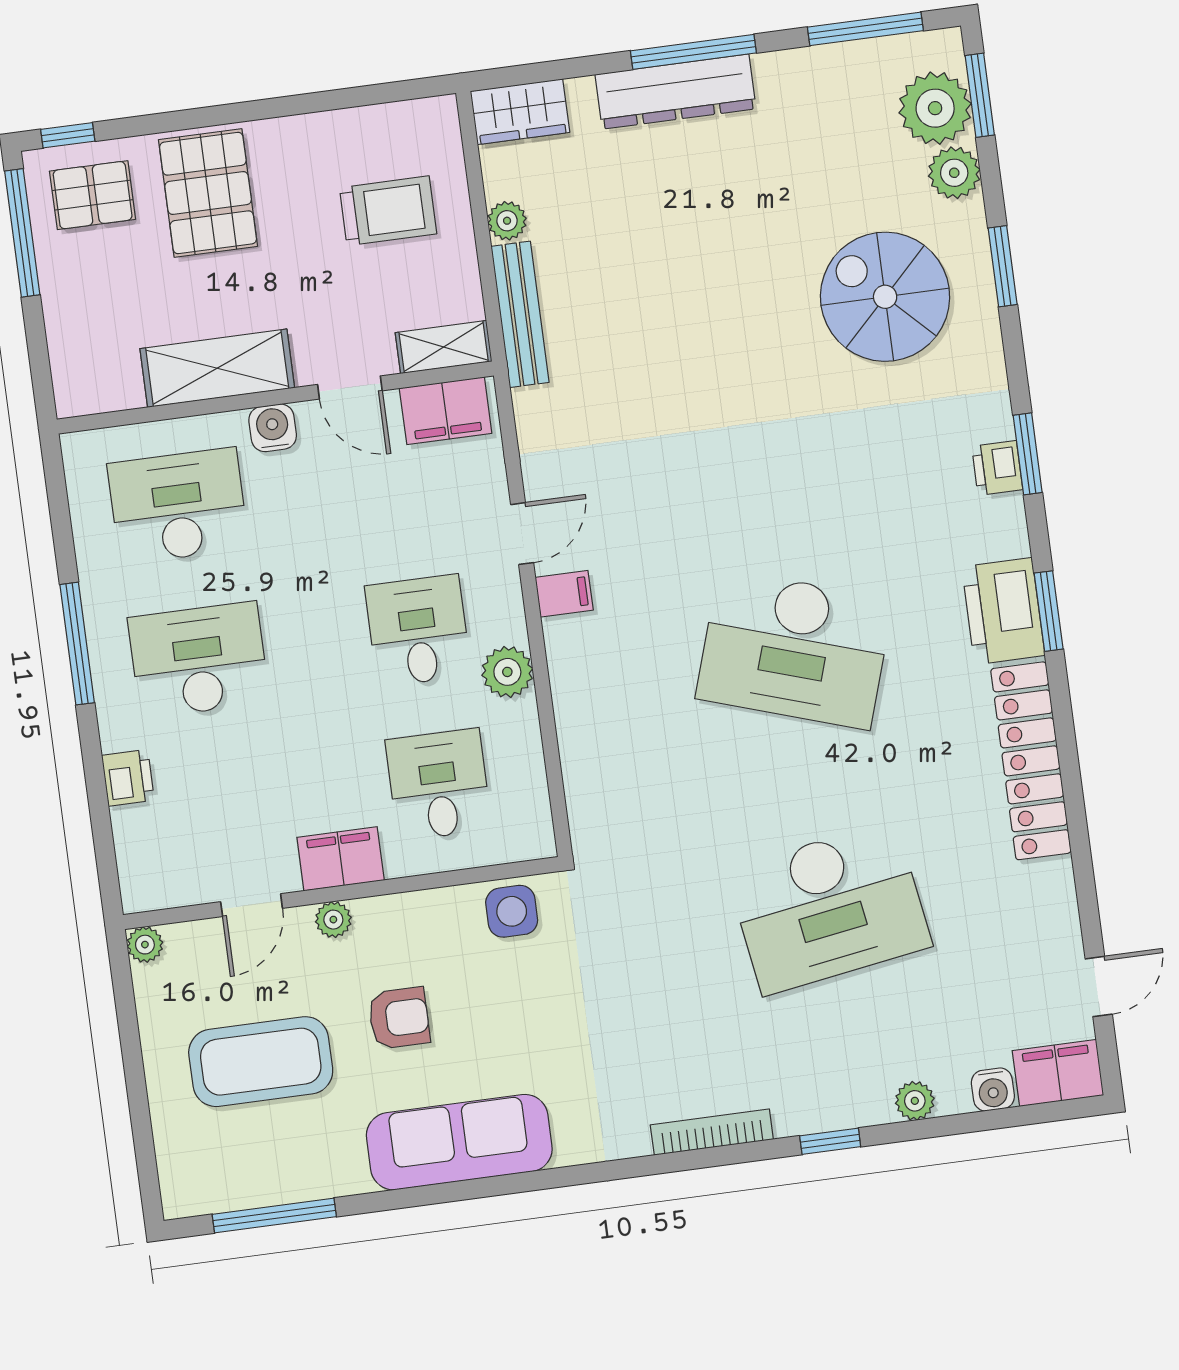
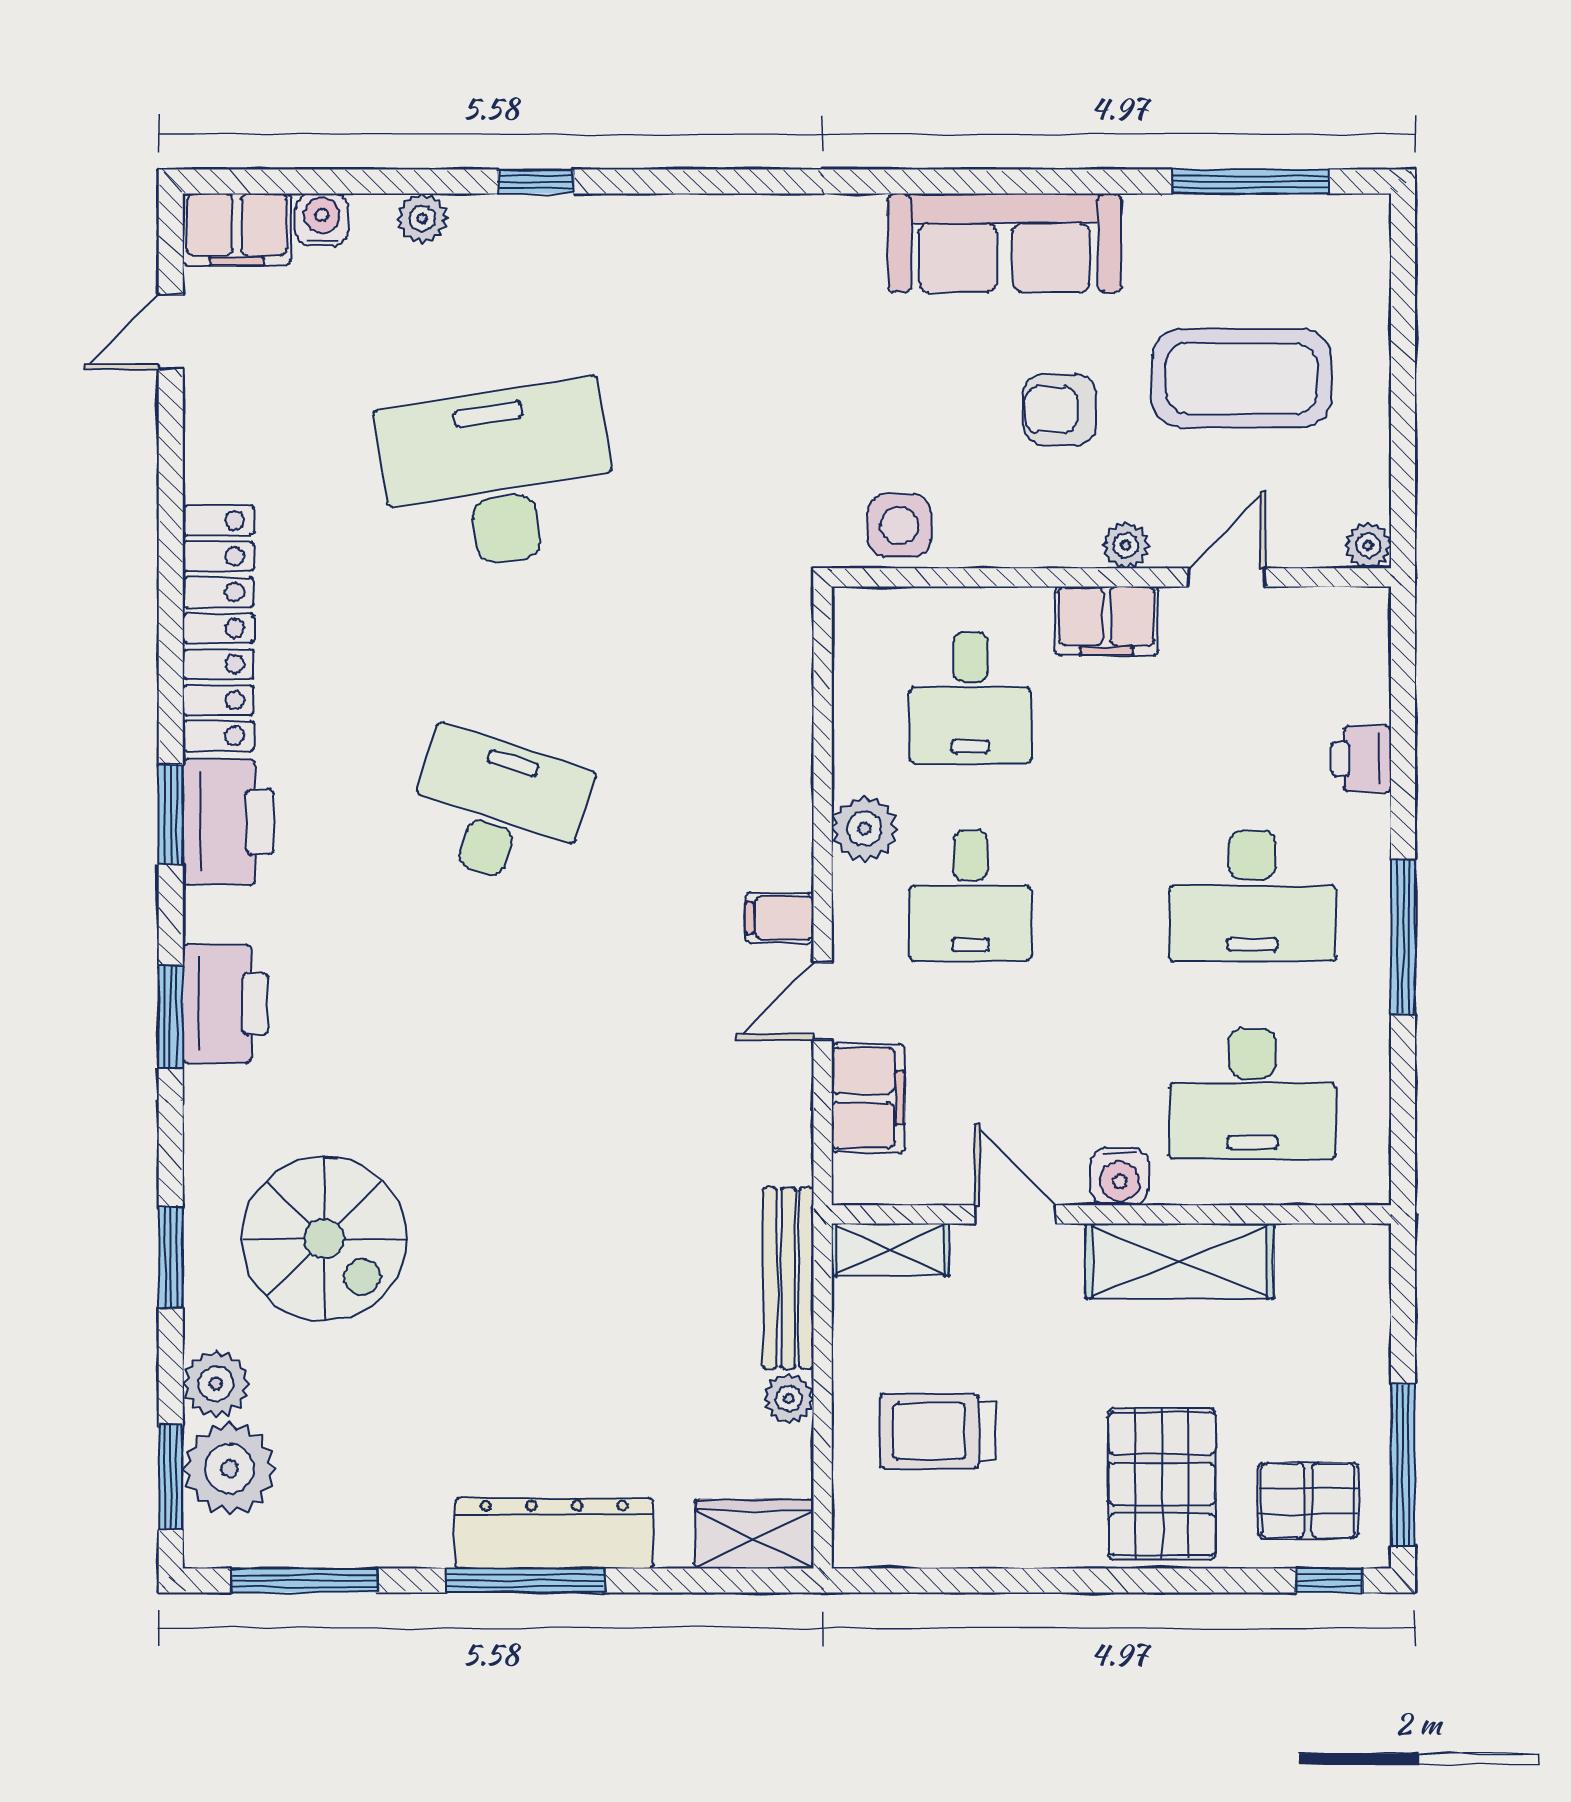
filing cabinet: (446, 411) -> (868, 1098), moved, turned 90
printer: (997, 468) -> (225, 1004), width x1.87, depth x1.48
desk: (794, 649) -> (498, 809), width x0.73, depth x0.77
bookcase: (712, 1132) -> (684, 213), removed

